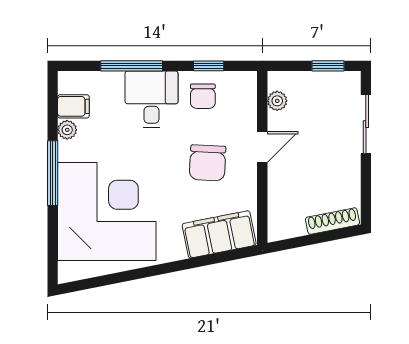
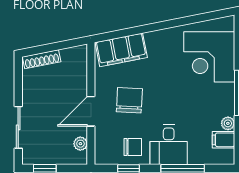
chair: (203, 96) -> (133, 147), turned 90
door: (262, 147) -> (91, 111), width x1.38
corner desk: (107, 211) -> (209, 57), width x0.74, depth x0.74

